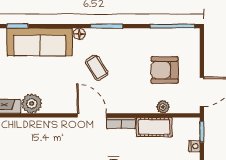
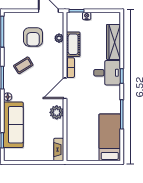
coffee table: (97, 68) -> (23, 65), moved
plant: (32, 103) -> (57, 112), moved

